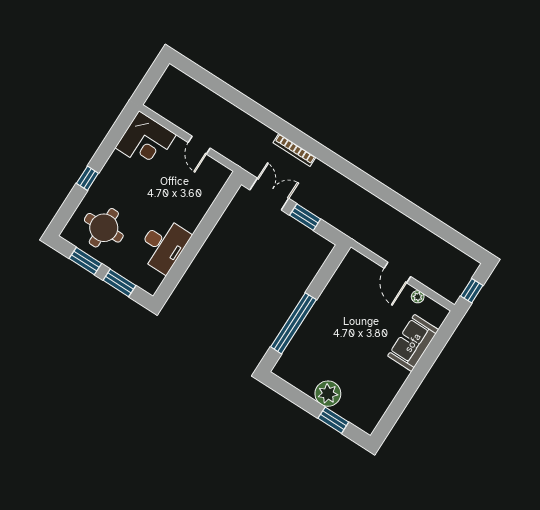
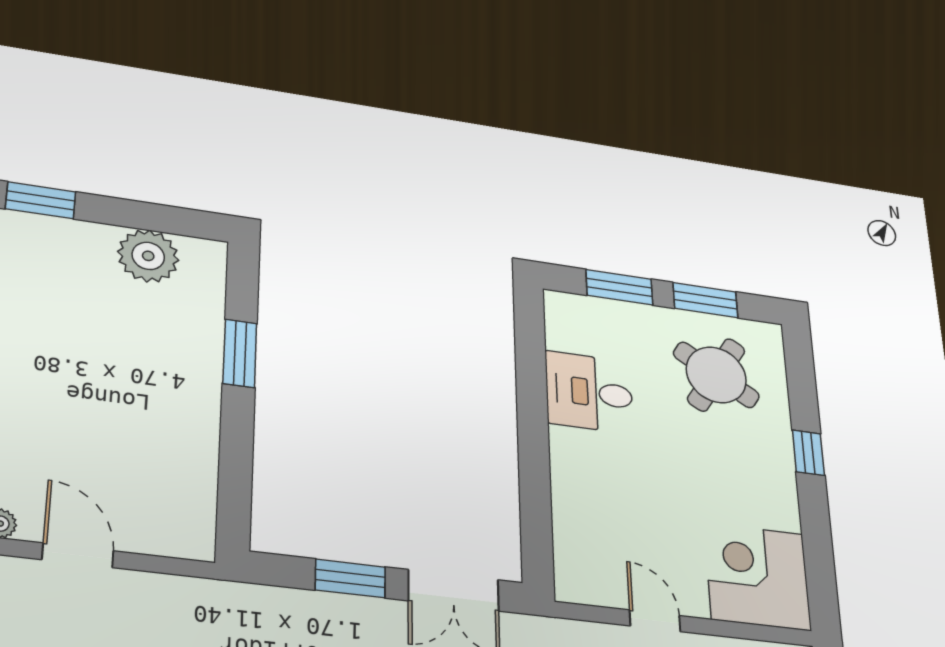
round table: (104, 228) -> (716, 375), turned 32
desk: (163, 245) -> (589, 392), width x0.73
window: (293, 323) -> (240, 353), width x0.47
plant: (328, 394) -> (148, 256), moved

